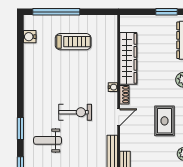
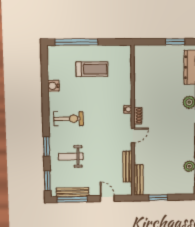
water cooler: (30, 37) -> (53, 86), moved
wardrobe: (128, 58) -> (141, 84), removed
exercise bike: (75, 112) -> (68, 119), moved
rug: (164, 121) -> (173, 138), removed

